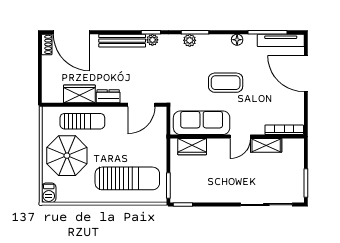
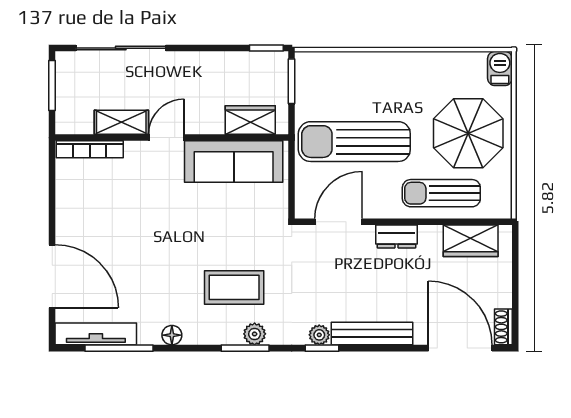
coffee table: (226, 83) -> (234, 287), moved
wardrobe: (79, 94) -> (471, 241), moved
sofa: (202, 123) -> (234, 162), moved
bookcase: (284, 130) -> (90, 149), moved
wall: (237, 137) -> (172, 138), moved
door: (240, 137) -> (166, 138), moved
shelving: (266, 145) -> (121, 122), moved
wardrobe: (192, 147) -> (250, 120), moved
sun lounger: (127, 178) -> (354, 142), moved

